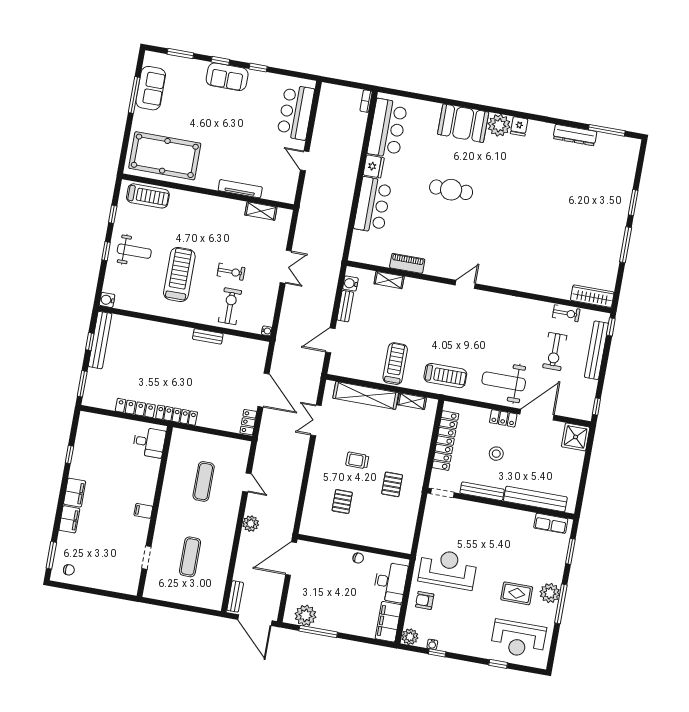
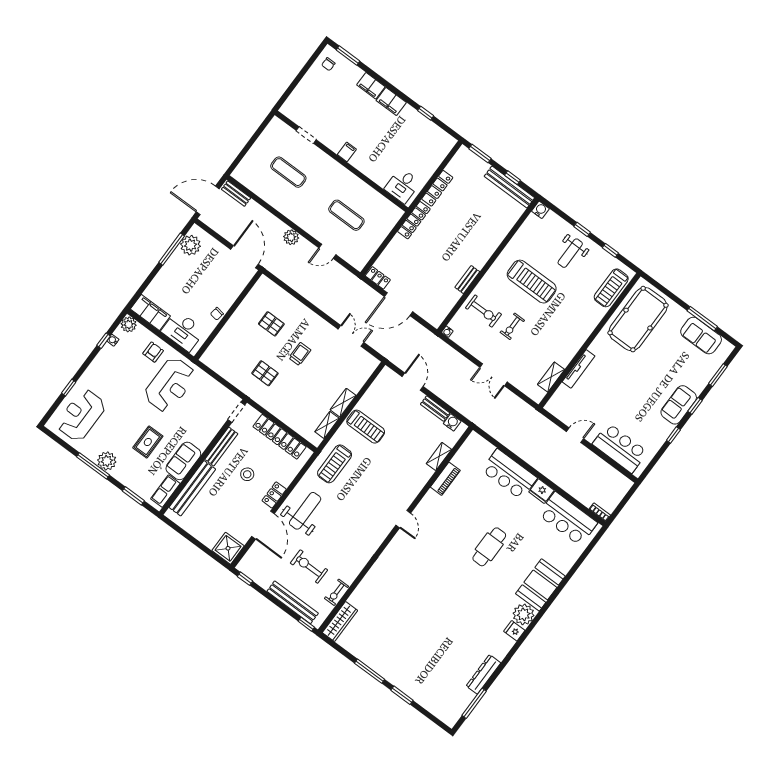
shelving: (366, 395) -> (343, 403), width x0.45, depth x0.75
sofa: (514, 520) -> (183, 461), added
rug: (517, 593) -> (148, 442), moved

